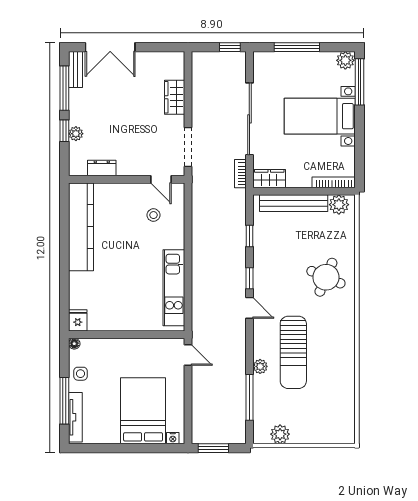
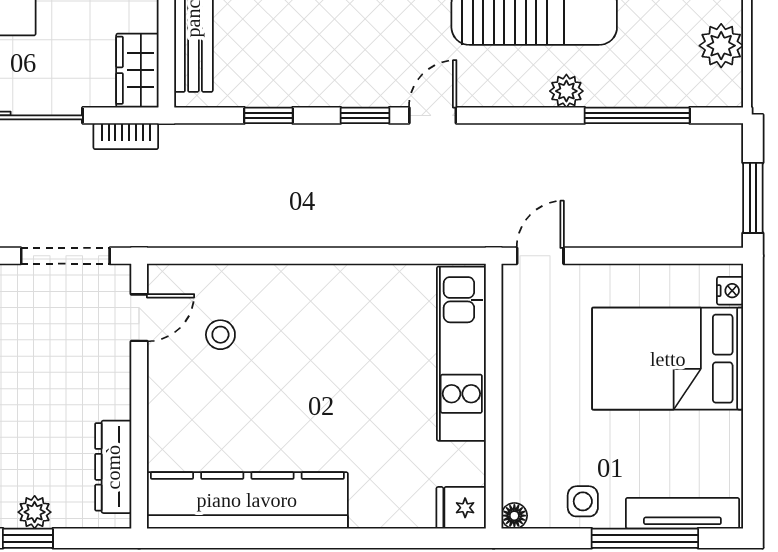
dresser: (102, 168) -> (113, 467), width x1.44
kitchen unit: (174, 288) -> (461, 354), moved, turned 90

